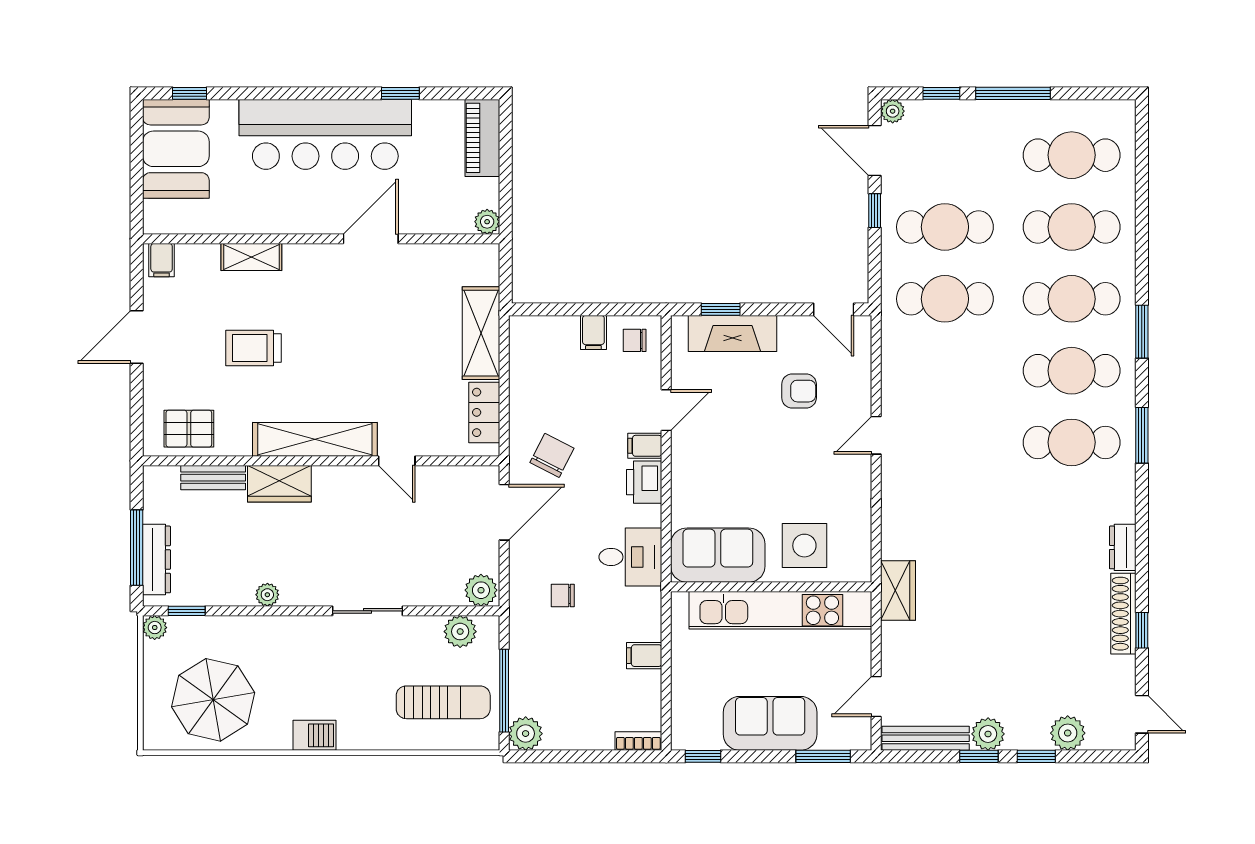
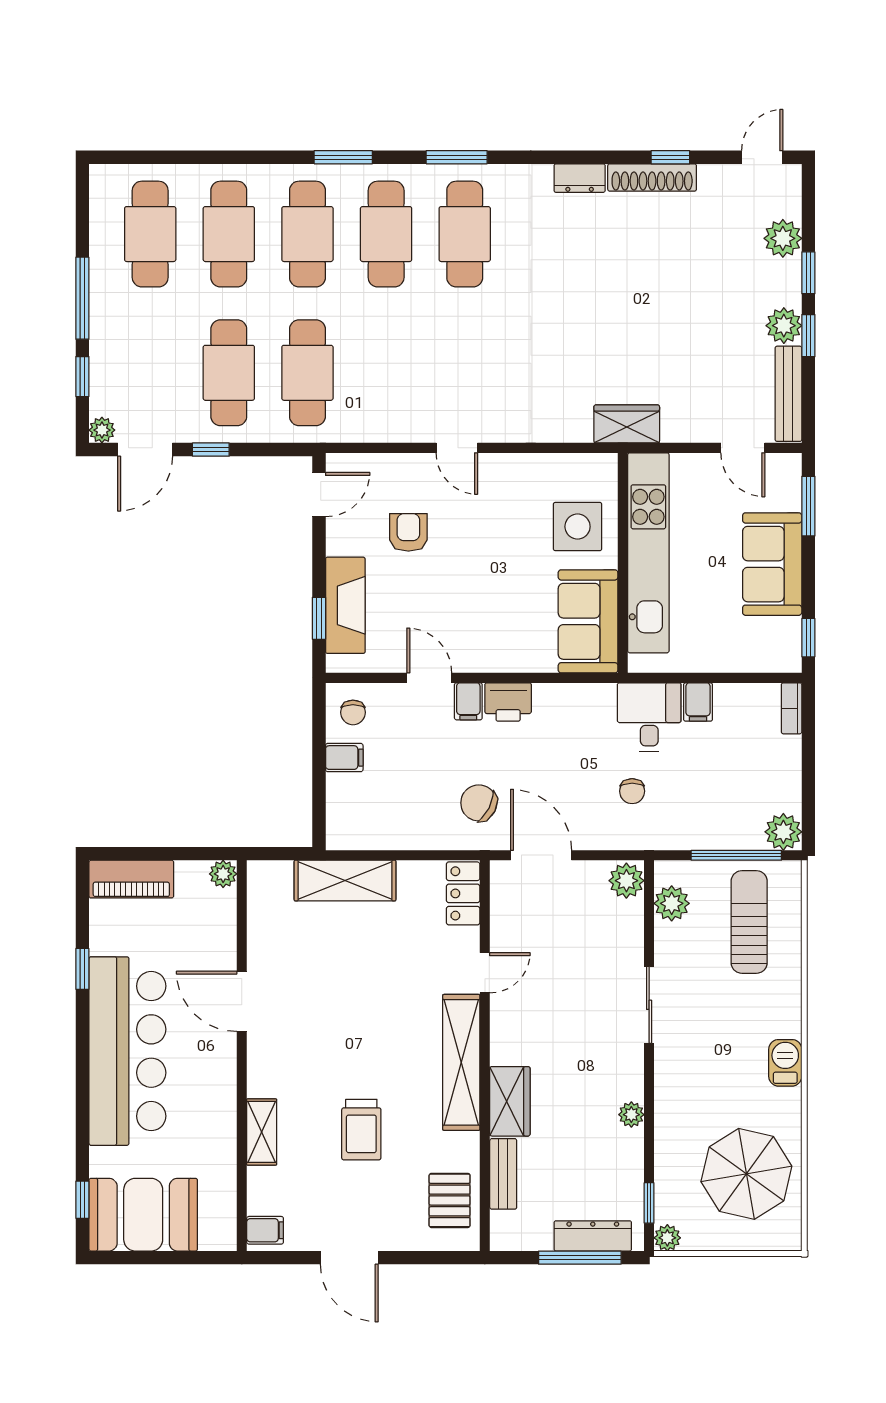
locker: (484, 412) -> (463, 893), moved, turned 90
desk: (630, 557) -> (649, 717), moved

